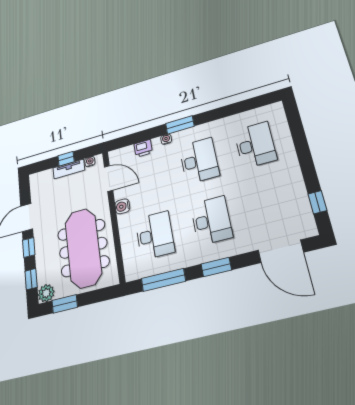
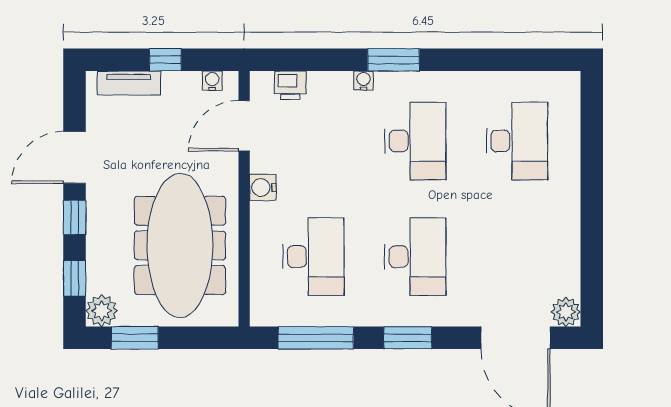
printer: (143, 148) -> (290, 85), moved
tv unit: (69, 169) -> (129, 83), moved
door: (109, 178) -> (244, 126), swing flipped
window: (317, 202) -> (592, 272), removed
plant: (308, 229) -> (566, 312), added

